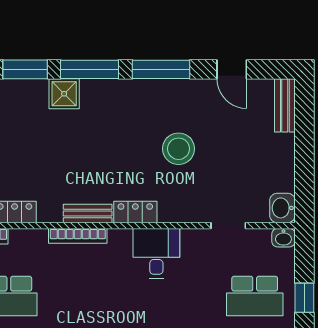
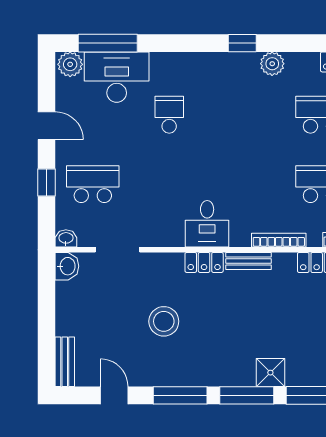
doorway: (228, 226) -> (117, 250), width x1.38
bookcase: (78, 236) -> (279, 240), moved
desk: (156, 253) -> (207, 224), moved

